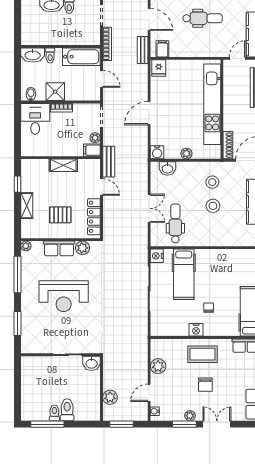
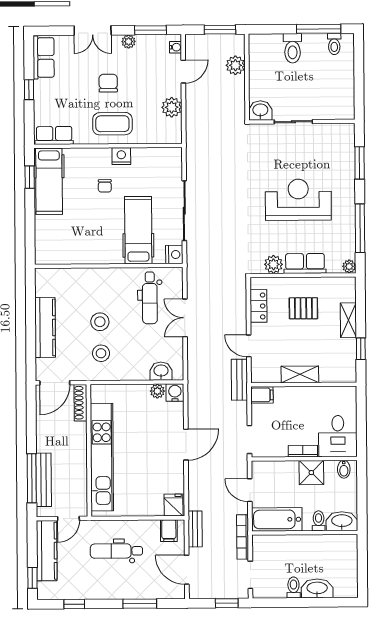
dental chair: (203, 18) -> (116, 551), moved
plant: (95, 138) -> (258, 411), removed
plant: (186, 153) -> (157, 391), moved
locker: (94, 217) -> (259, 306), width x0.66
toilet: (54, 413) -> (334, 44), moved
window: (184, 424) -> (150, 30), moved

